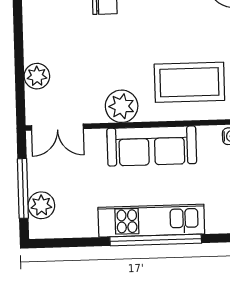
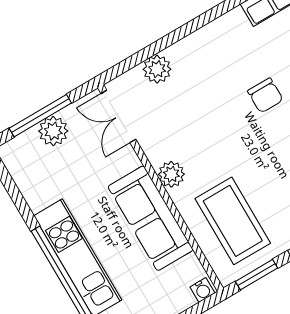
plant: (122, 106) -> (171, 174), width x0.73, depth x0.73
plant: (41, 205) -> (53, 131), moved

